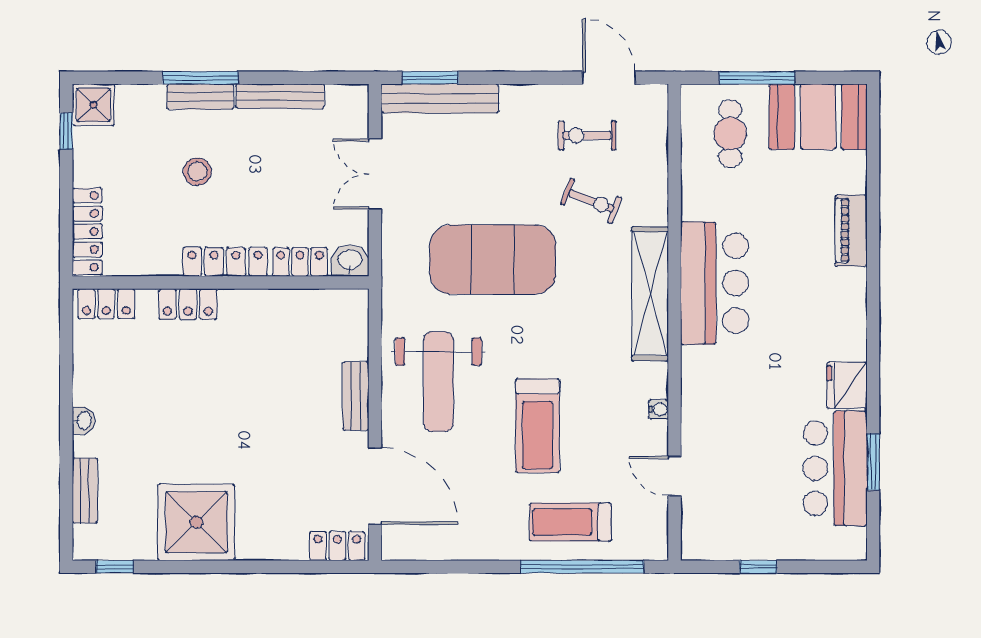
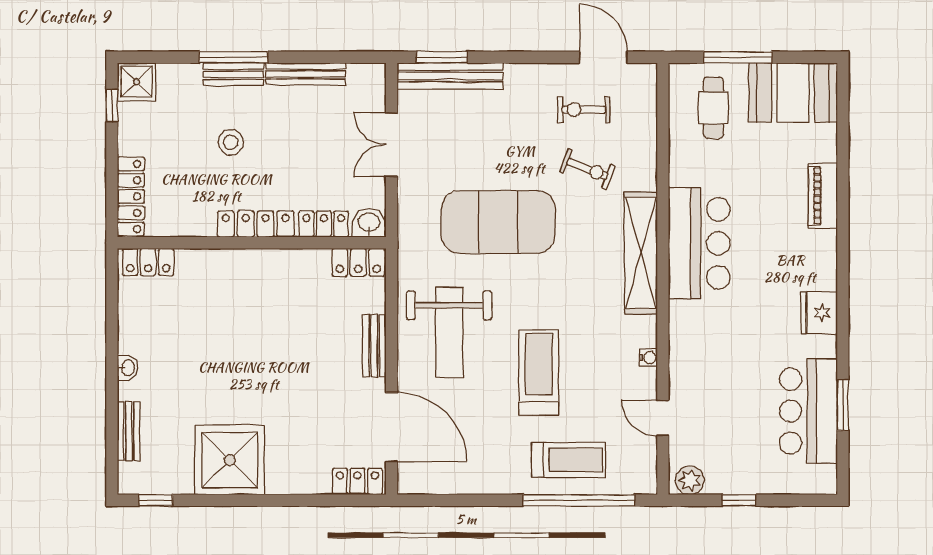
locker: (188, 304) -> (358, 262), moved
fridge: (847, 385) -> (819, 313), moved
treadmill: (538, 426) -> (539, 373), turned 180
treadmill: (570, 522) -> (569, 460), turned 180
plant: (704, 545) -> (690, 480), added

